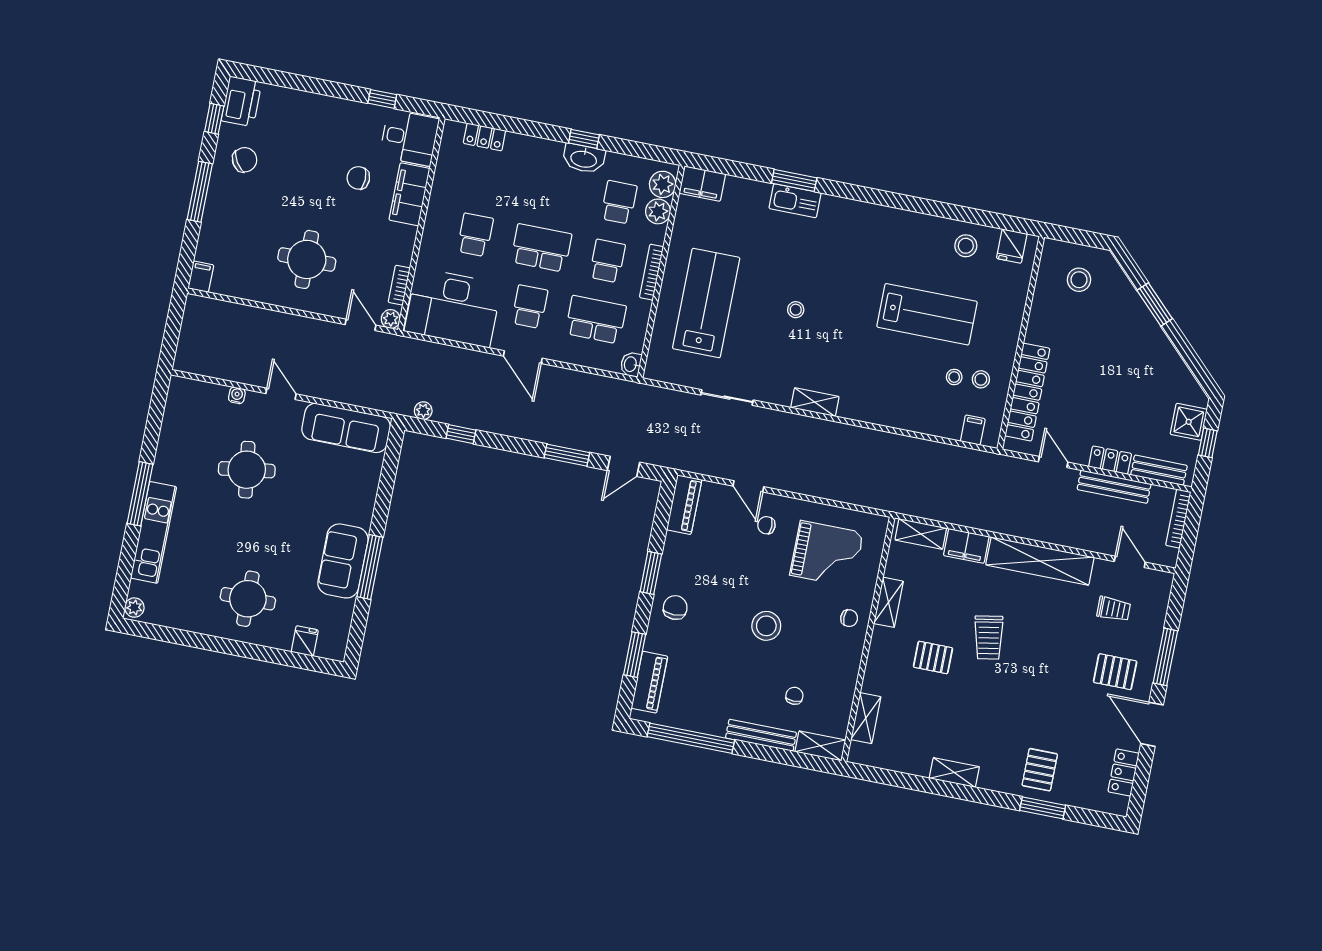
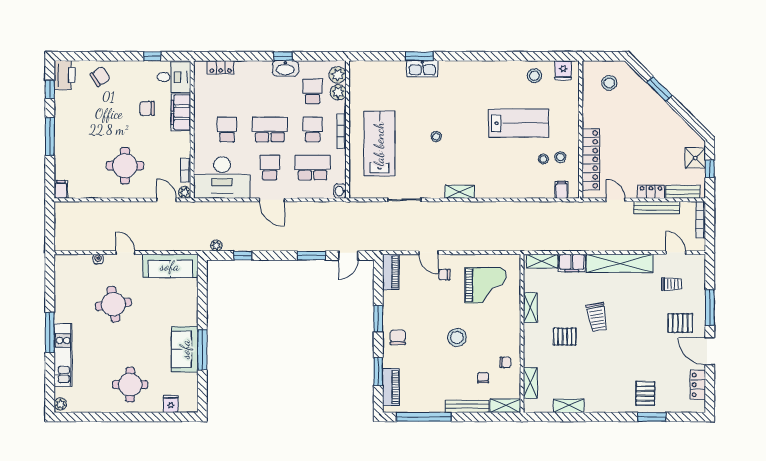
chair: (245, 160) -> (100, 76), moved
filing cabinet: (702, 184) -> (362, 69), removed
chair: (849, 618) -> (505, 362), moved
shelving: (954, 772) -> (569, 406), moved

